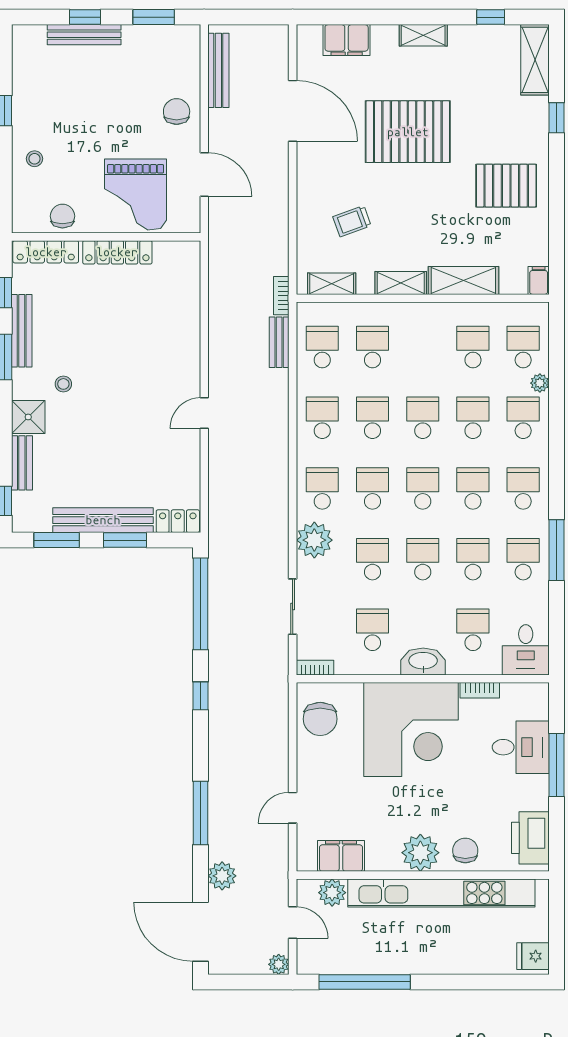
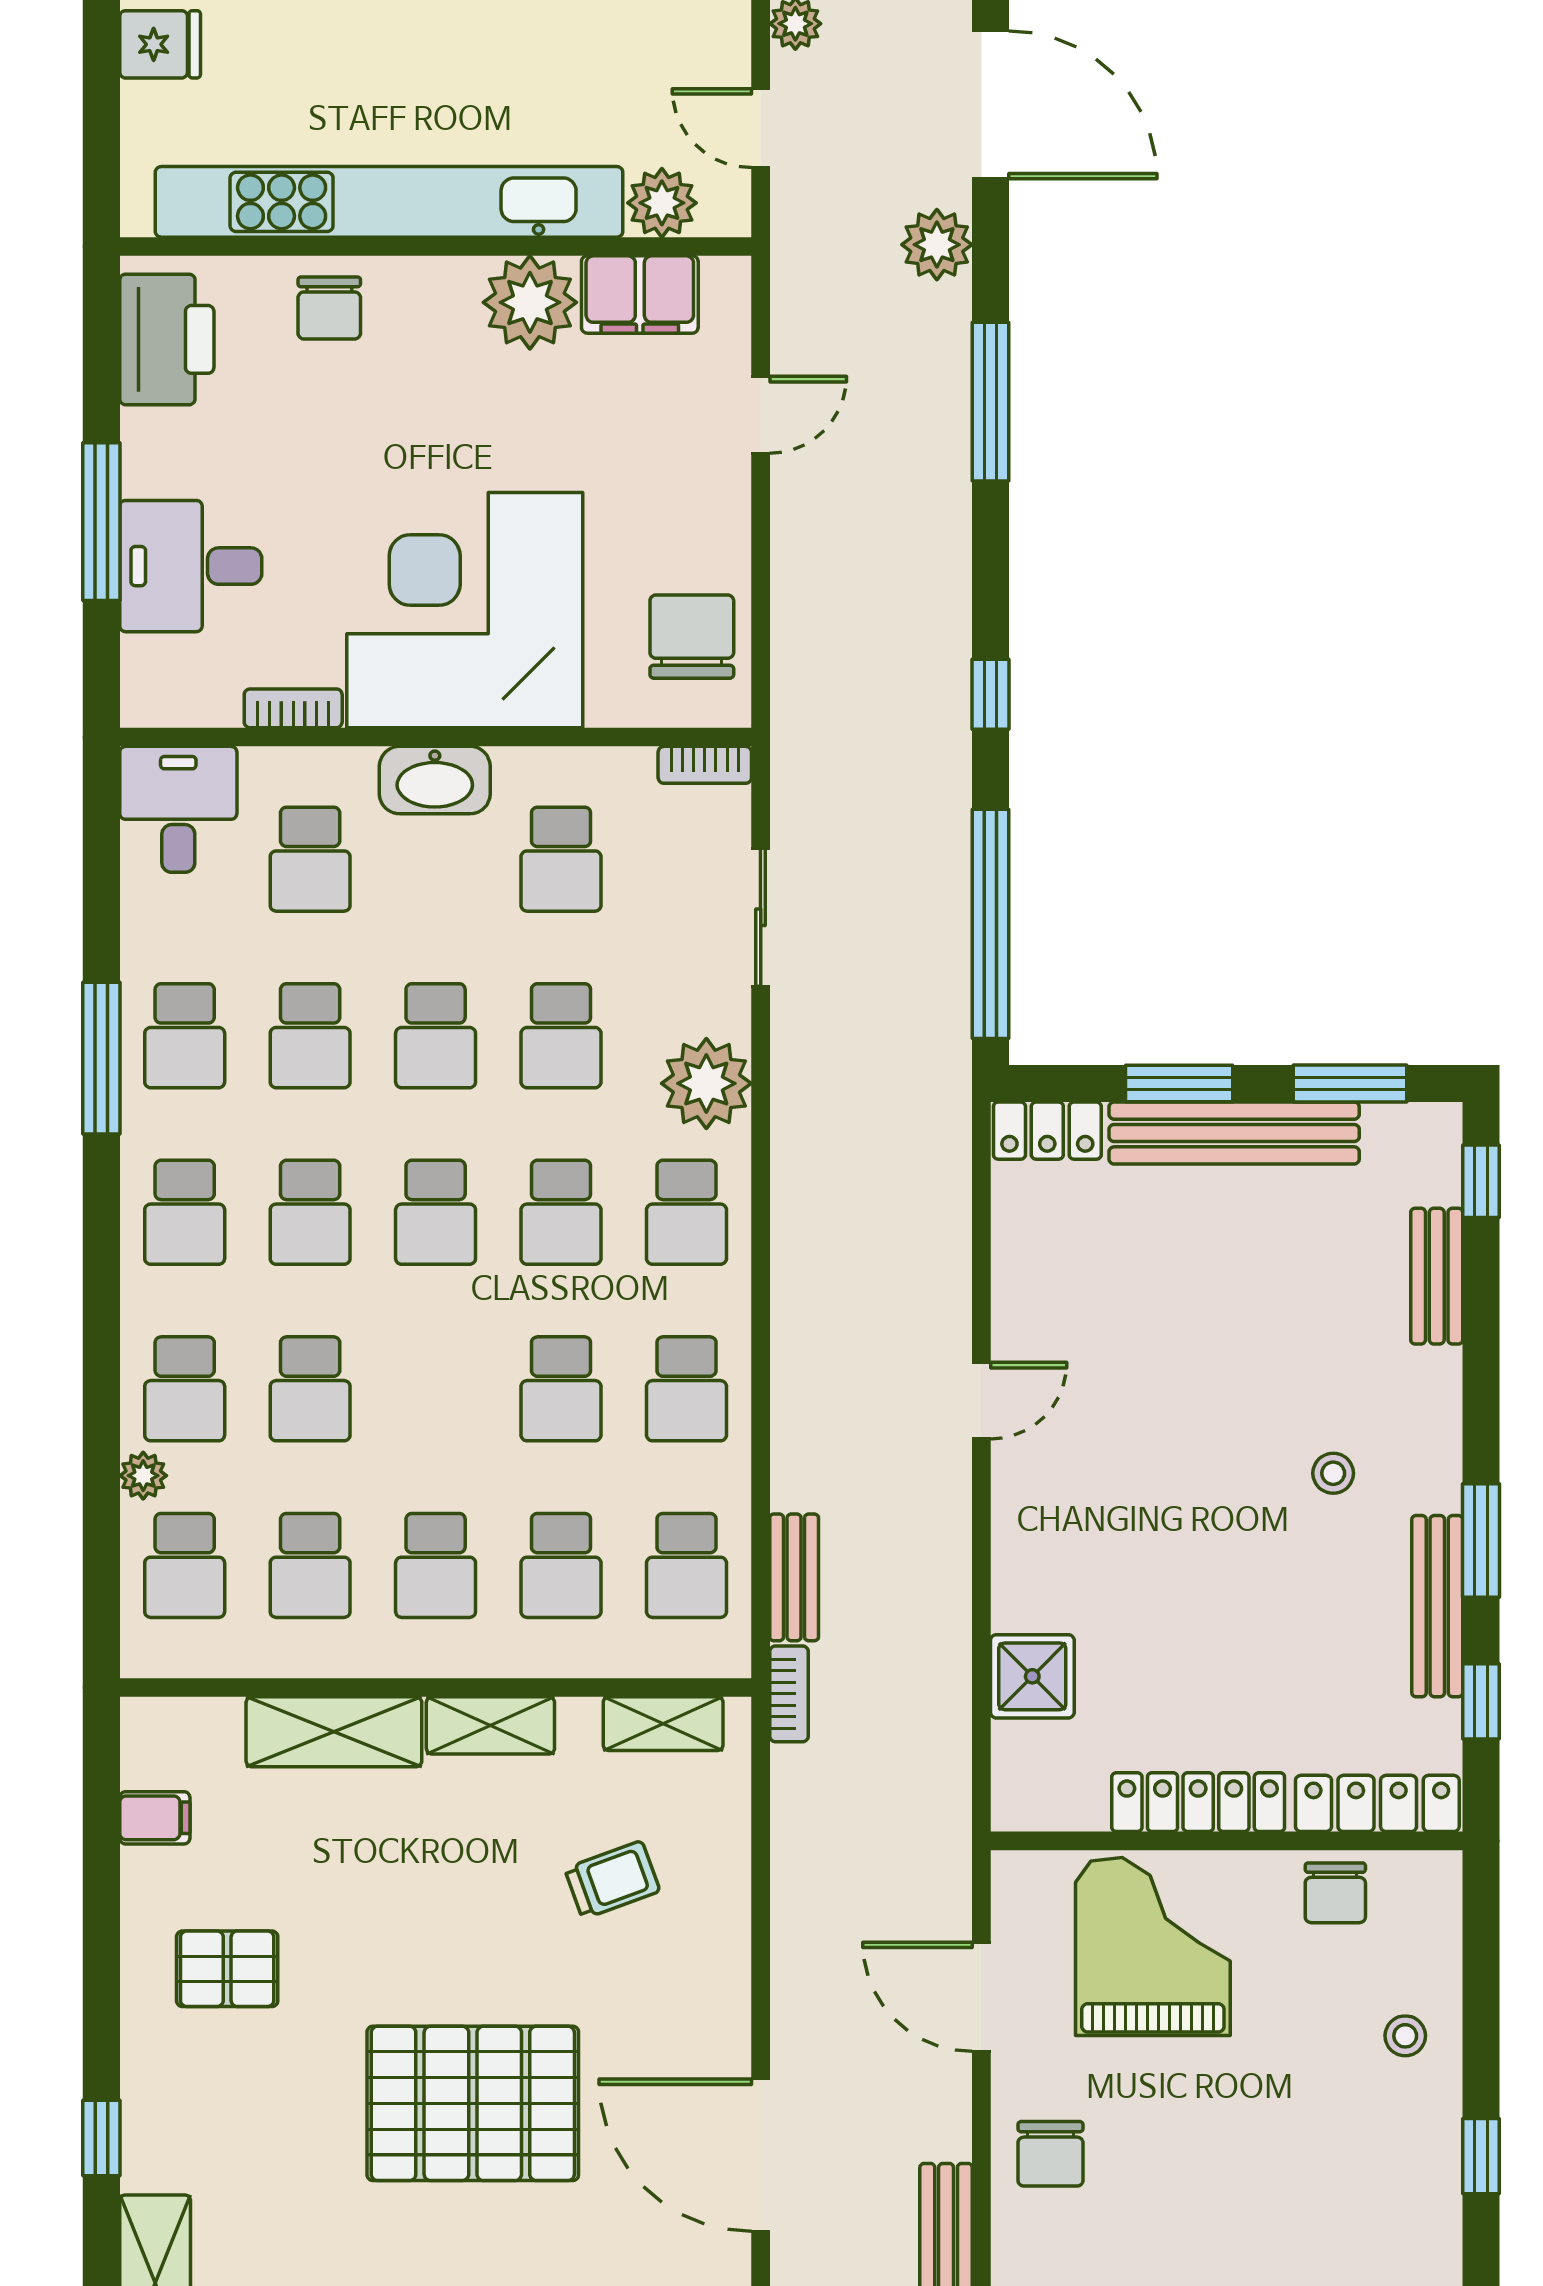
pallet: (506, 186) -> (227, 1969), width x0.67, depth x0.71
filing cabinet: (539, 280) -> (155, 1818), moved, turned -90
shower: (28, 417) -> (1032, 1676), moved
school desk: (423, 418) -> (436, 1565), moved
plant: (420, 853) -> (530, 302), moved

